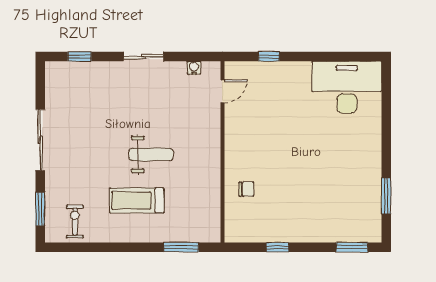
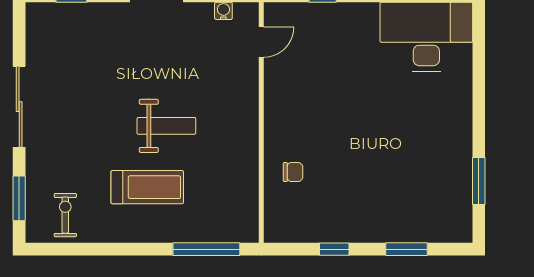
treadmill: (137, 201) -> (147, 187), turned 180
window: (181, 247) -> (206, 249), width x1.44
window: (352, 247) -> (407, 249), moved

